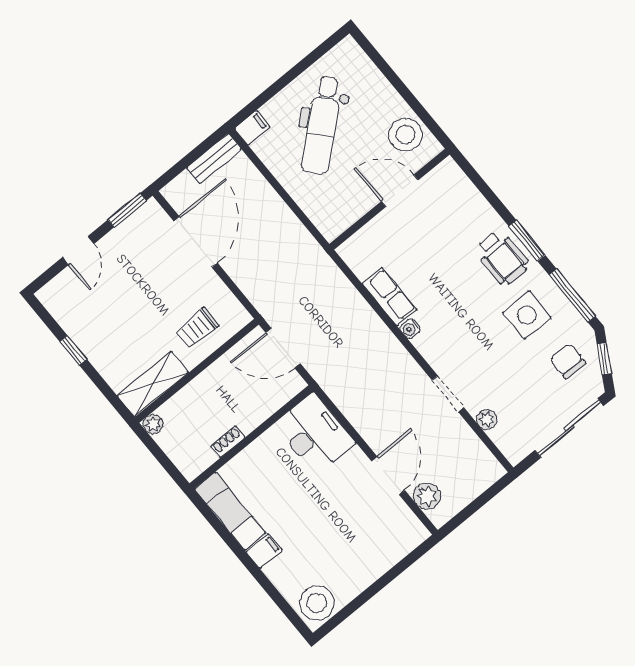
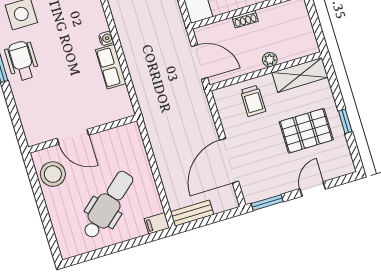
pallet: (116, 319) -> (306, 131), added
trolley: (197, 328) -> (253, 101), turned 90
plant: (153, 424) -> (270, 60), moved
shoe rack: (228, 442) -> (245, 19), moved

